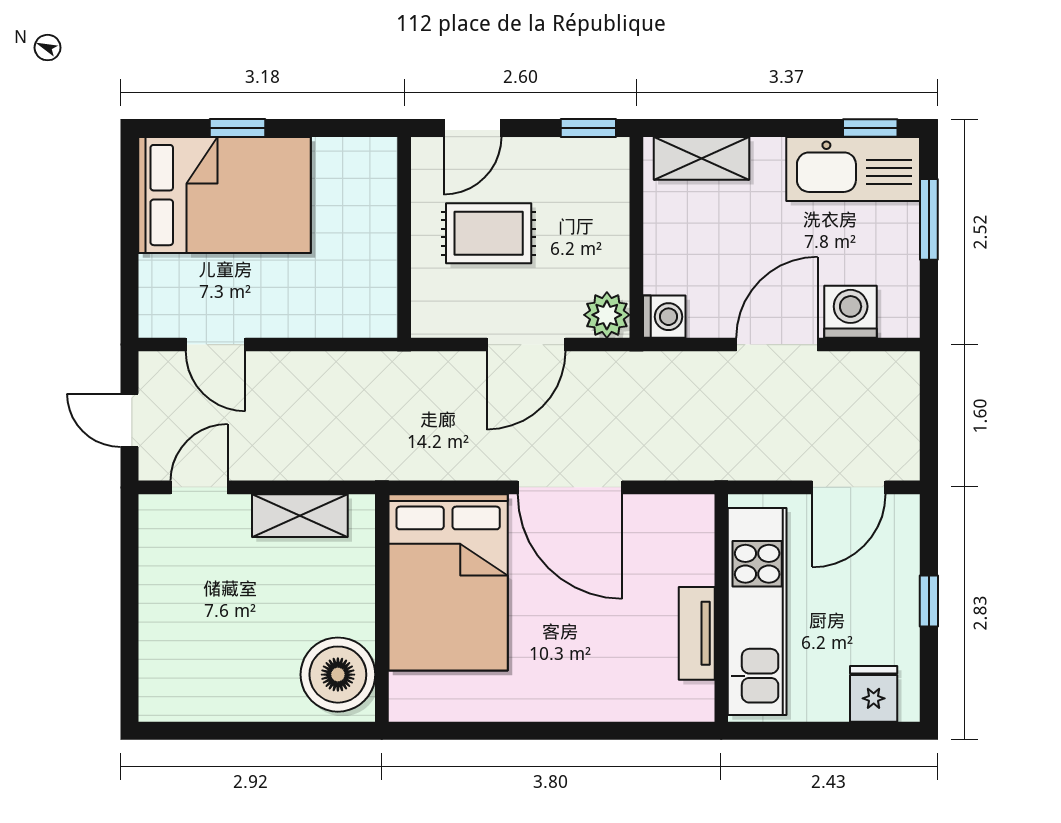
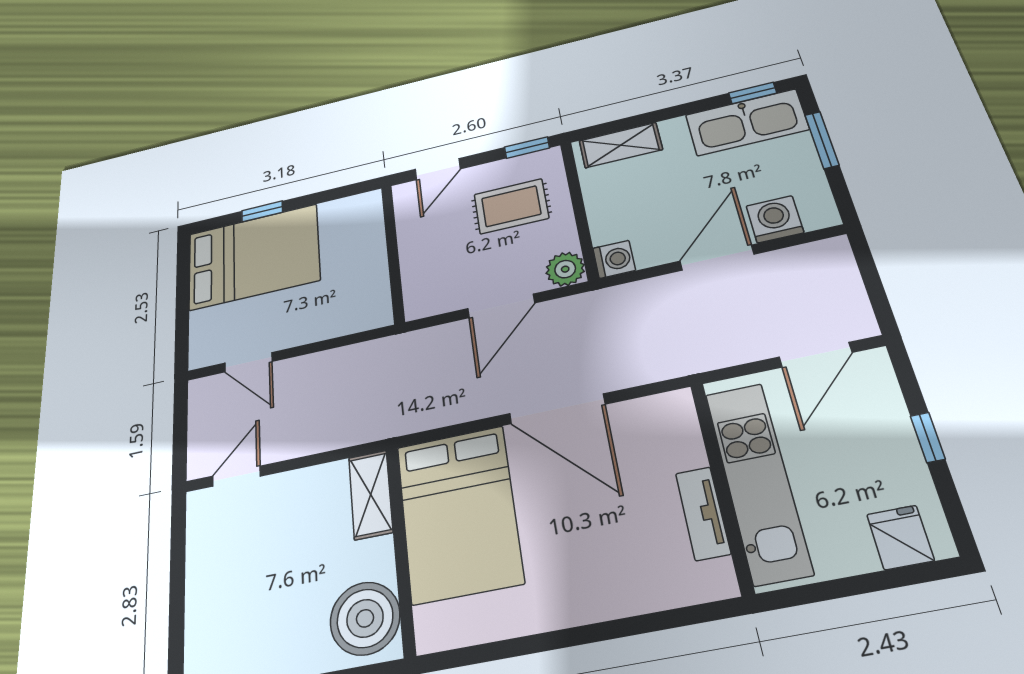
rug: (489, 233) -> (511, 206), moved
door: (130, 420) -> (180, 435), removed
shelving: (300, 516) -> (371, 495), moved, turned 90

